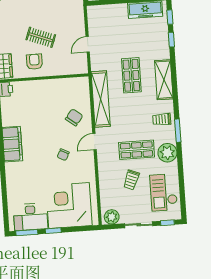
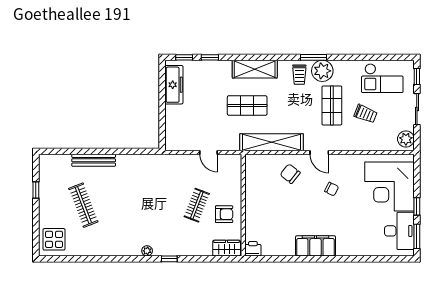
armchair: (34, 62) -> (224, 214), turned 180
plant: (167, 153) -> (322, 71), moved

